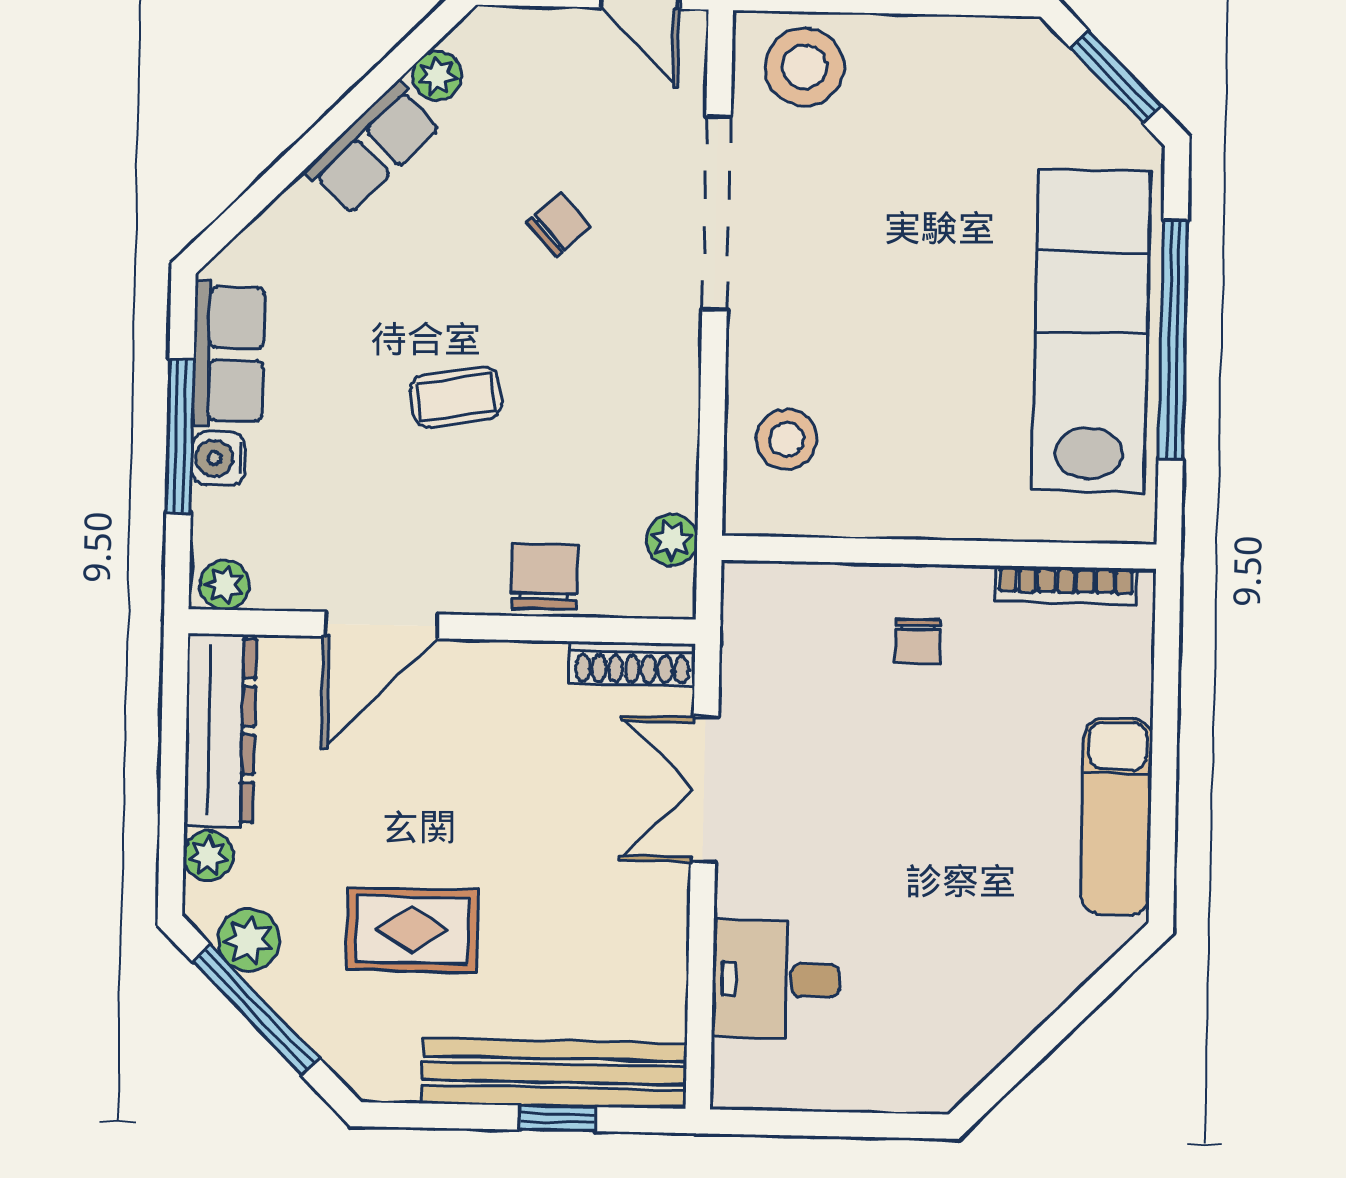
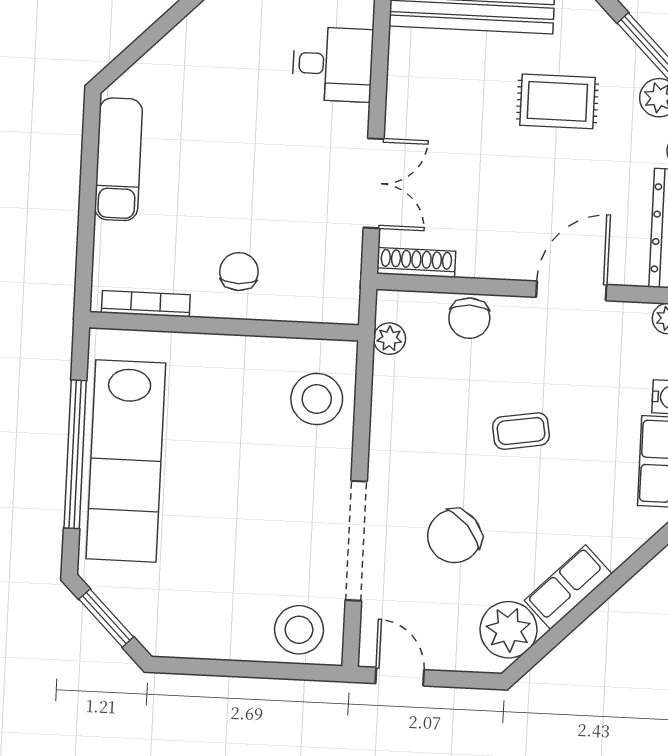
plant: (437, 76) -> (508, 630), width x1.88, depth x1.88
chair: (559, 225) -> (454, 536), width x1.87, depth x1.87
stool: (787, 439) -> (317, 399), width x1.38, depth x1.38
chair: (918, 641) -> (239, 272), width x1.37, depth x1.37

